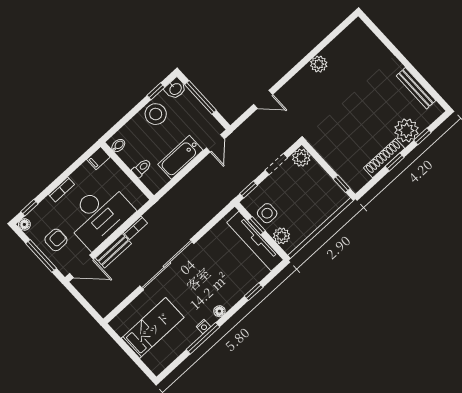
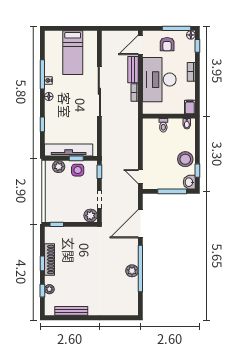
window: (309, 58) -> (140, 268), added
door: (263, 99) -> (140, 224), width x1.88
plant: (406, 130) -> (49, 289), width x0.53, depth x0.53
bathtub: (180, 157) -> (150, 151), removed
window: (41, 256) -> (177, 28), moved

